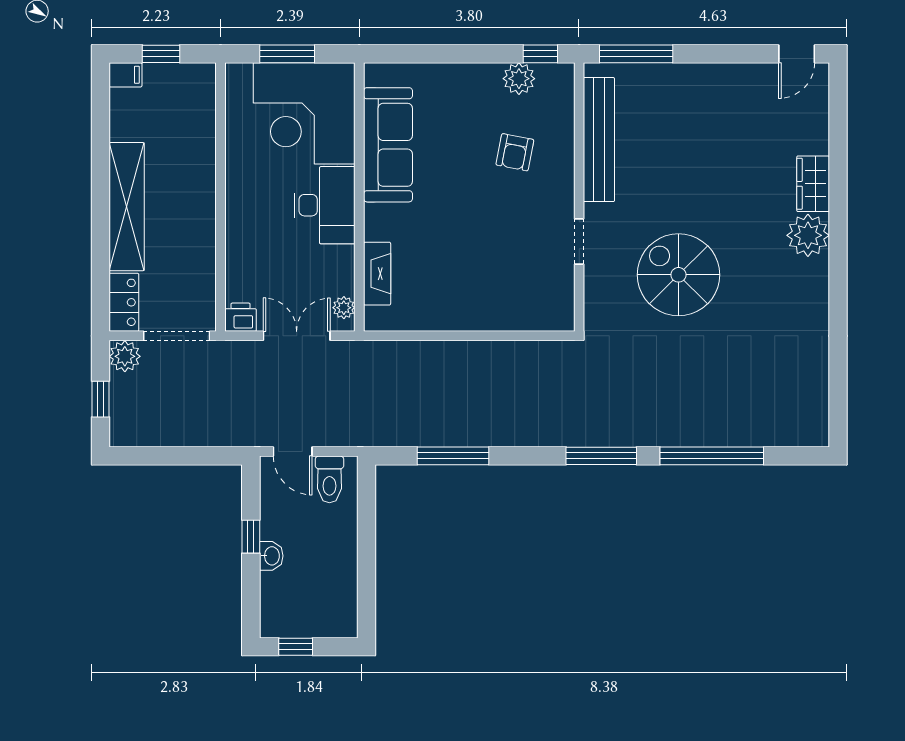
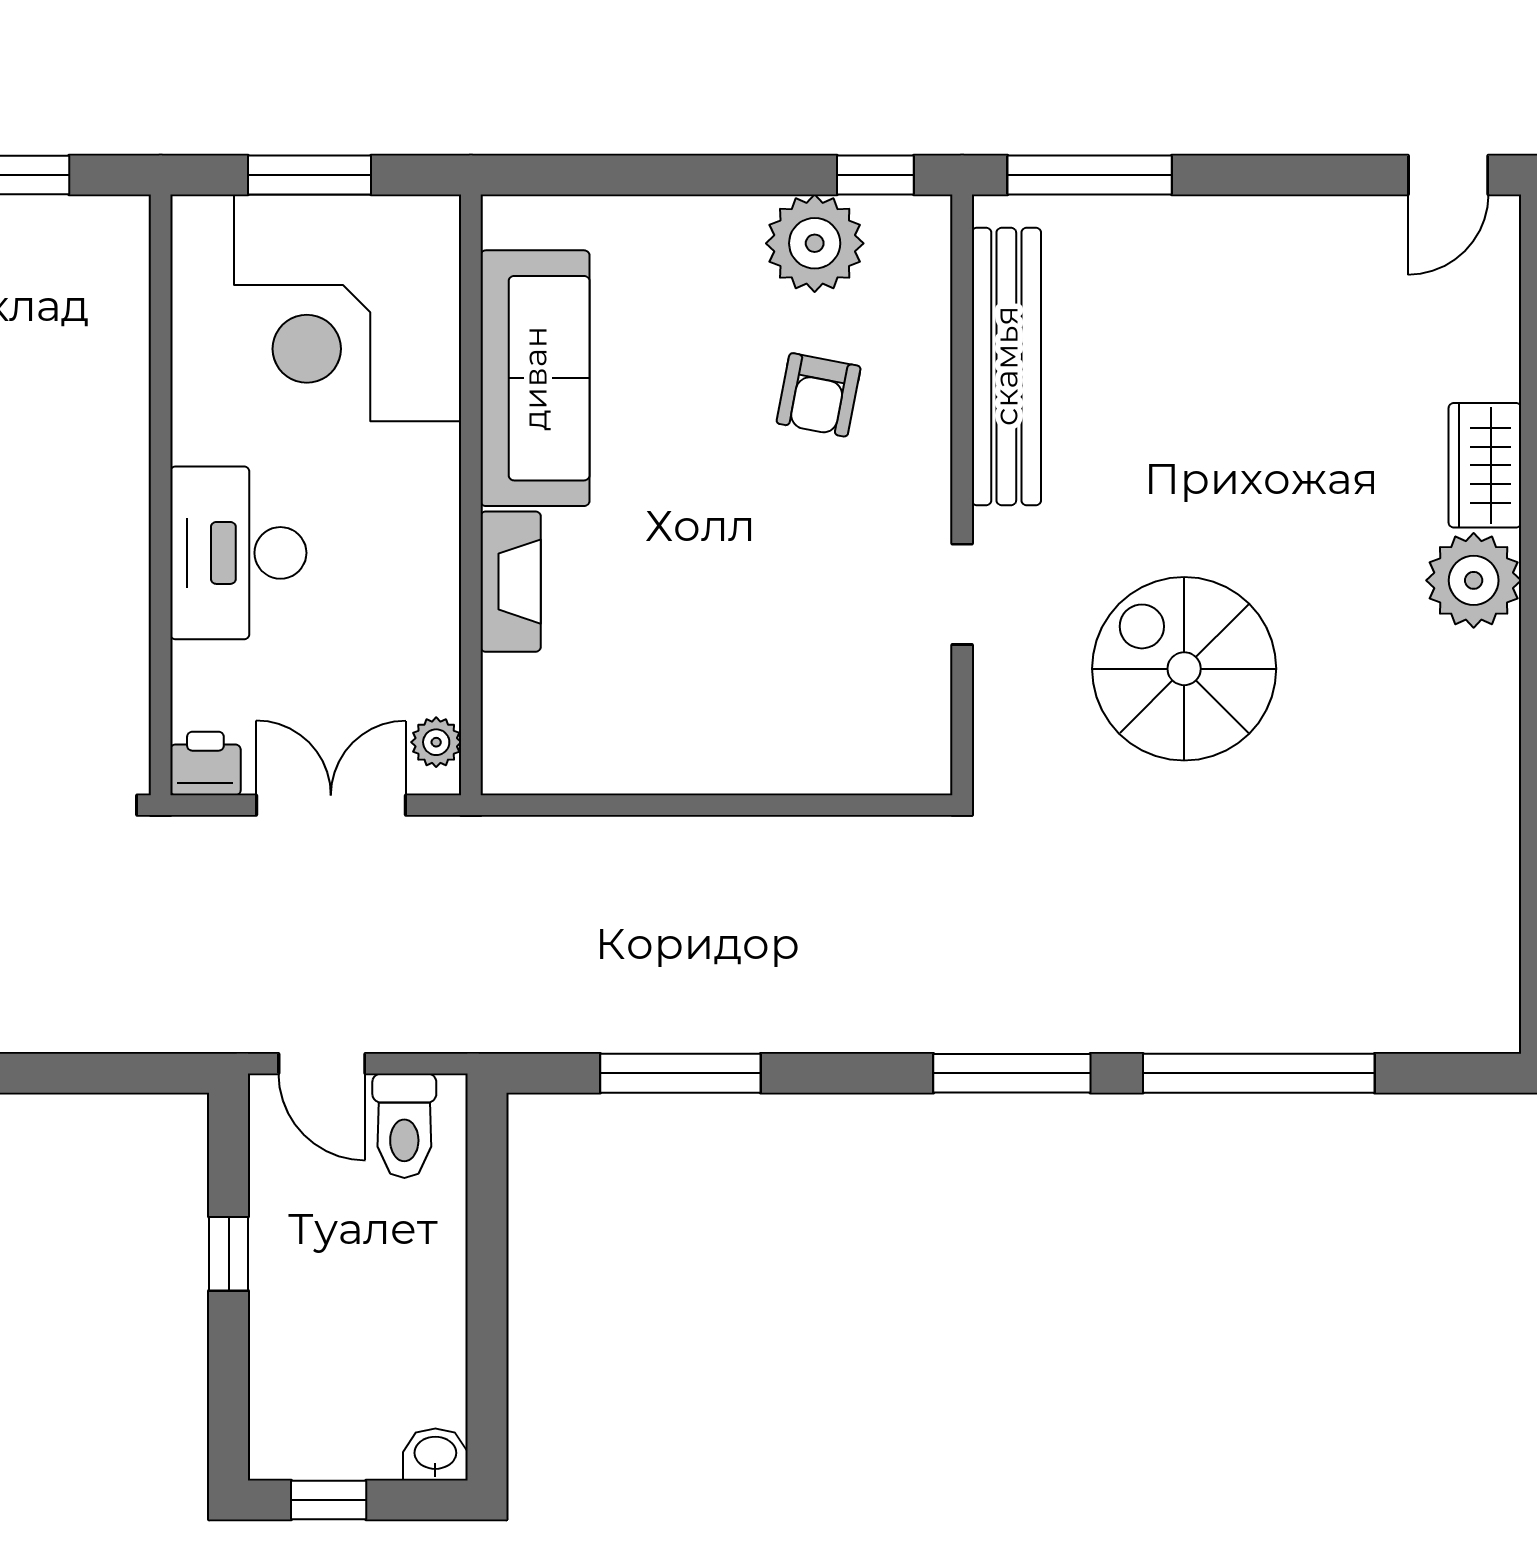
plant: (519, 79) -> (815, 243), width x1.36, depth x1.36
desk: (325, 205) -> (238, 553), moved, turned 180
fireplace: (377, 274) -> (511, 582), moved
washbasin: (271, 556) -> (435, 1454), moved, turned -90

